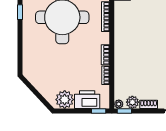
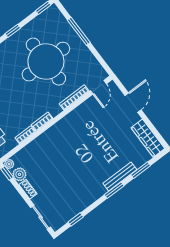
window: (20, 12) -> (13, 31), moved

